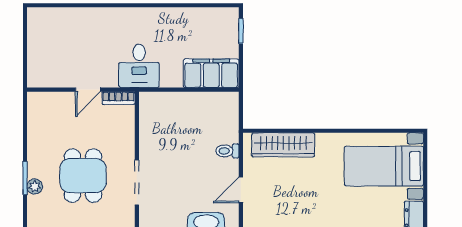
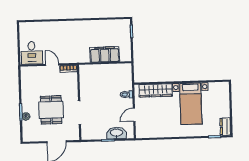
desk: (139, 66) -> (32, 53), moved
filing cabinet: (211, 73) -> (105, 54), moved
door: (88, 90) -> (52, 65), swing flipped
bed with nightstands: (384, 166) -> (191, 104), moved, turned -90

